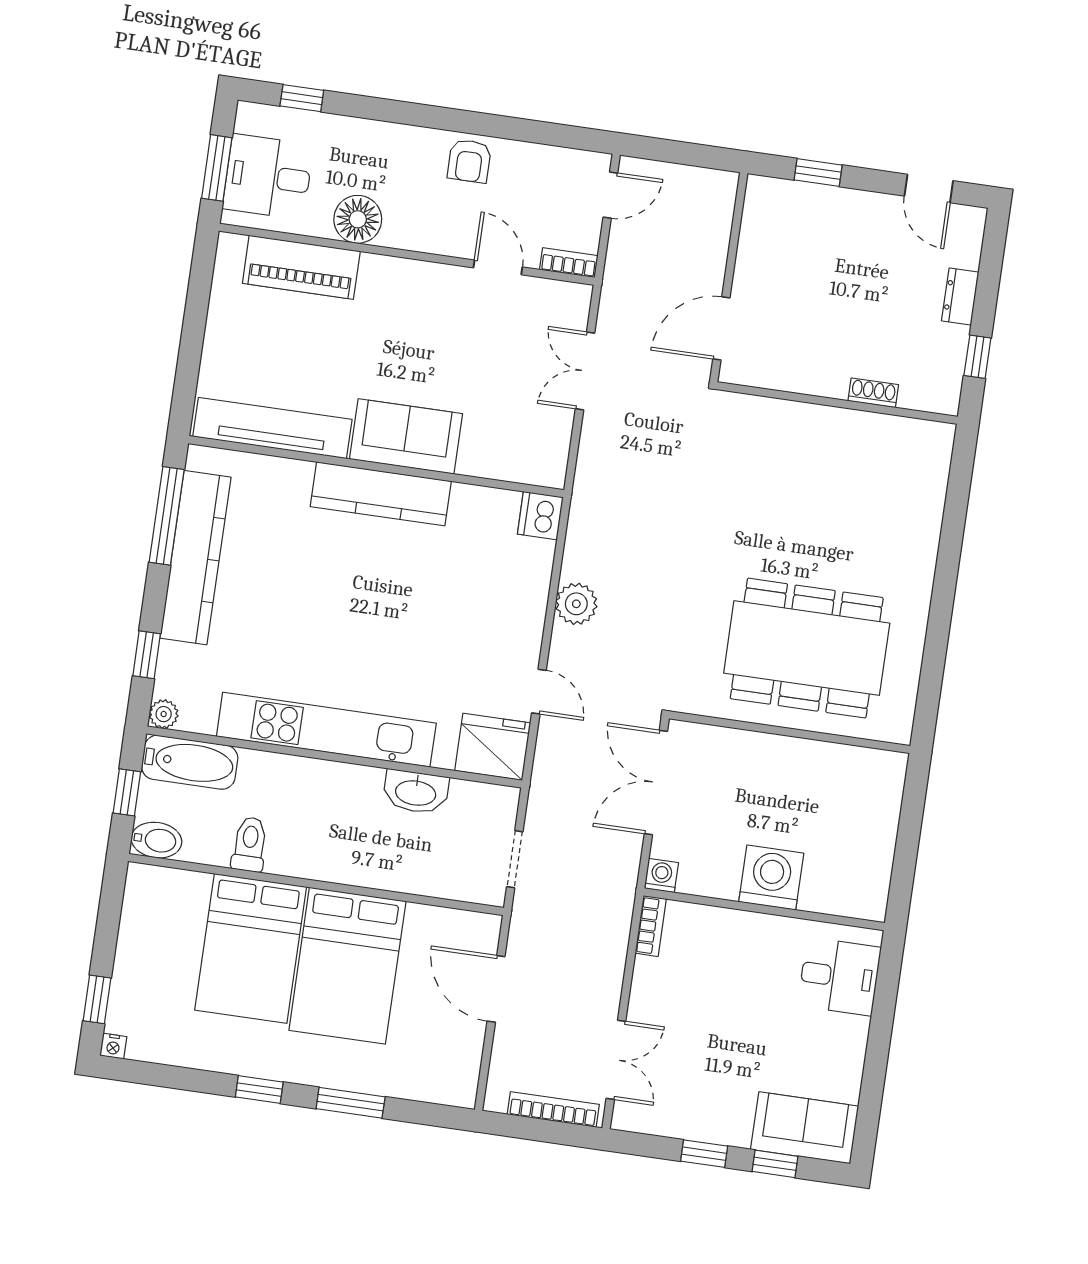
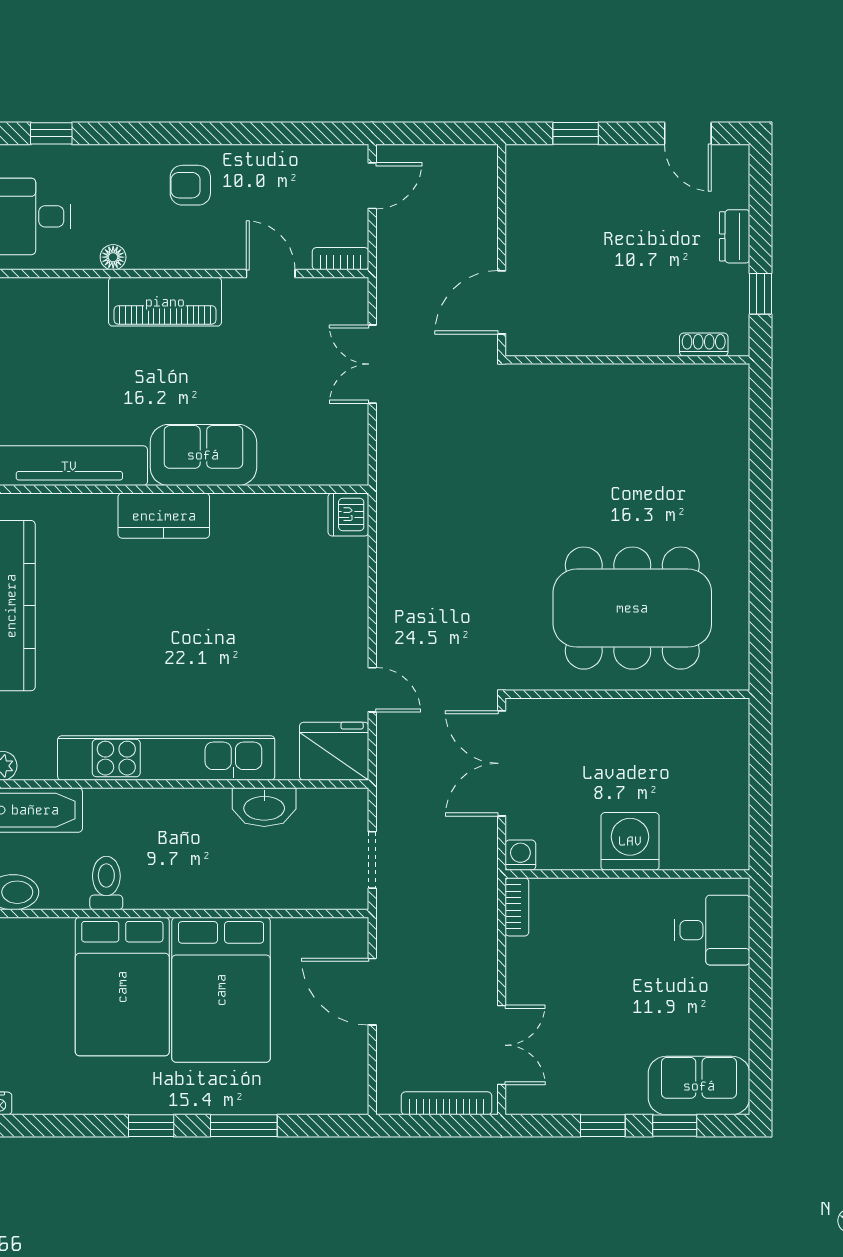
armchair: (469, 161) -> (190, 185), moved, turned 90
floor lamp: (358, 219) -> (113, 257), width x0.53, depth x0.53
piano: (301, 267) -> (165, 302), moved
shoe rack: (873, 393) -> (704, 345), moved
kitchen counter: (381, 494) -> (164, 516), width x0.67
plant: (576, 604) -> (397, 597), removed

